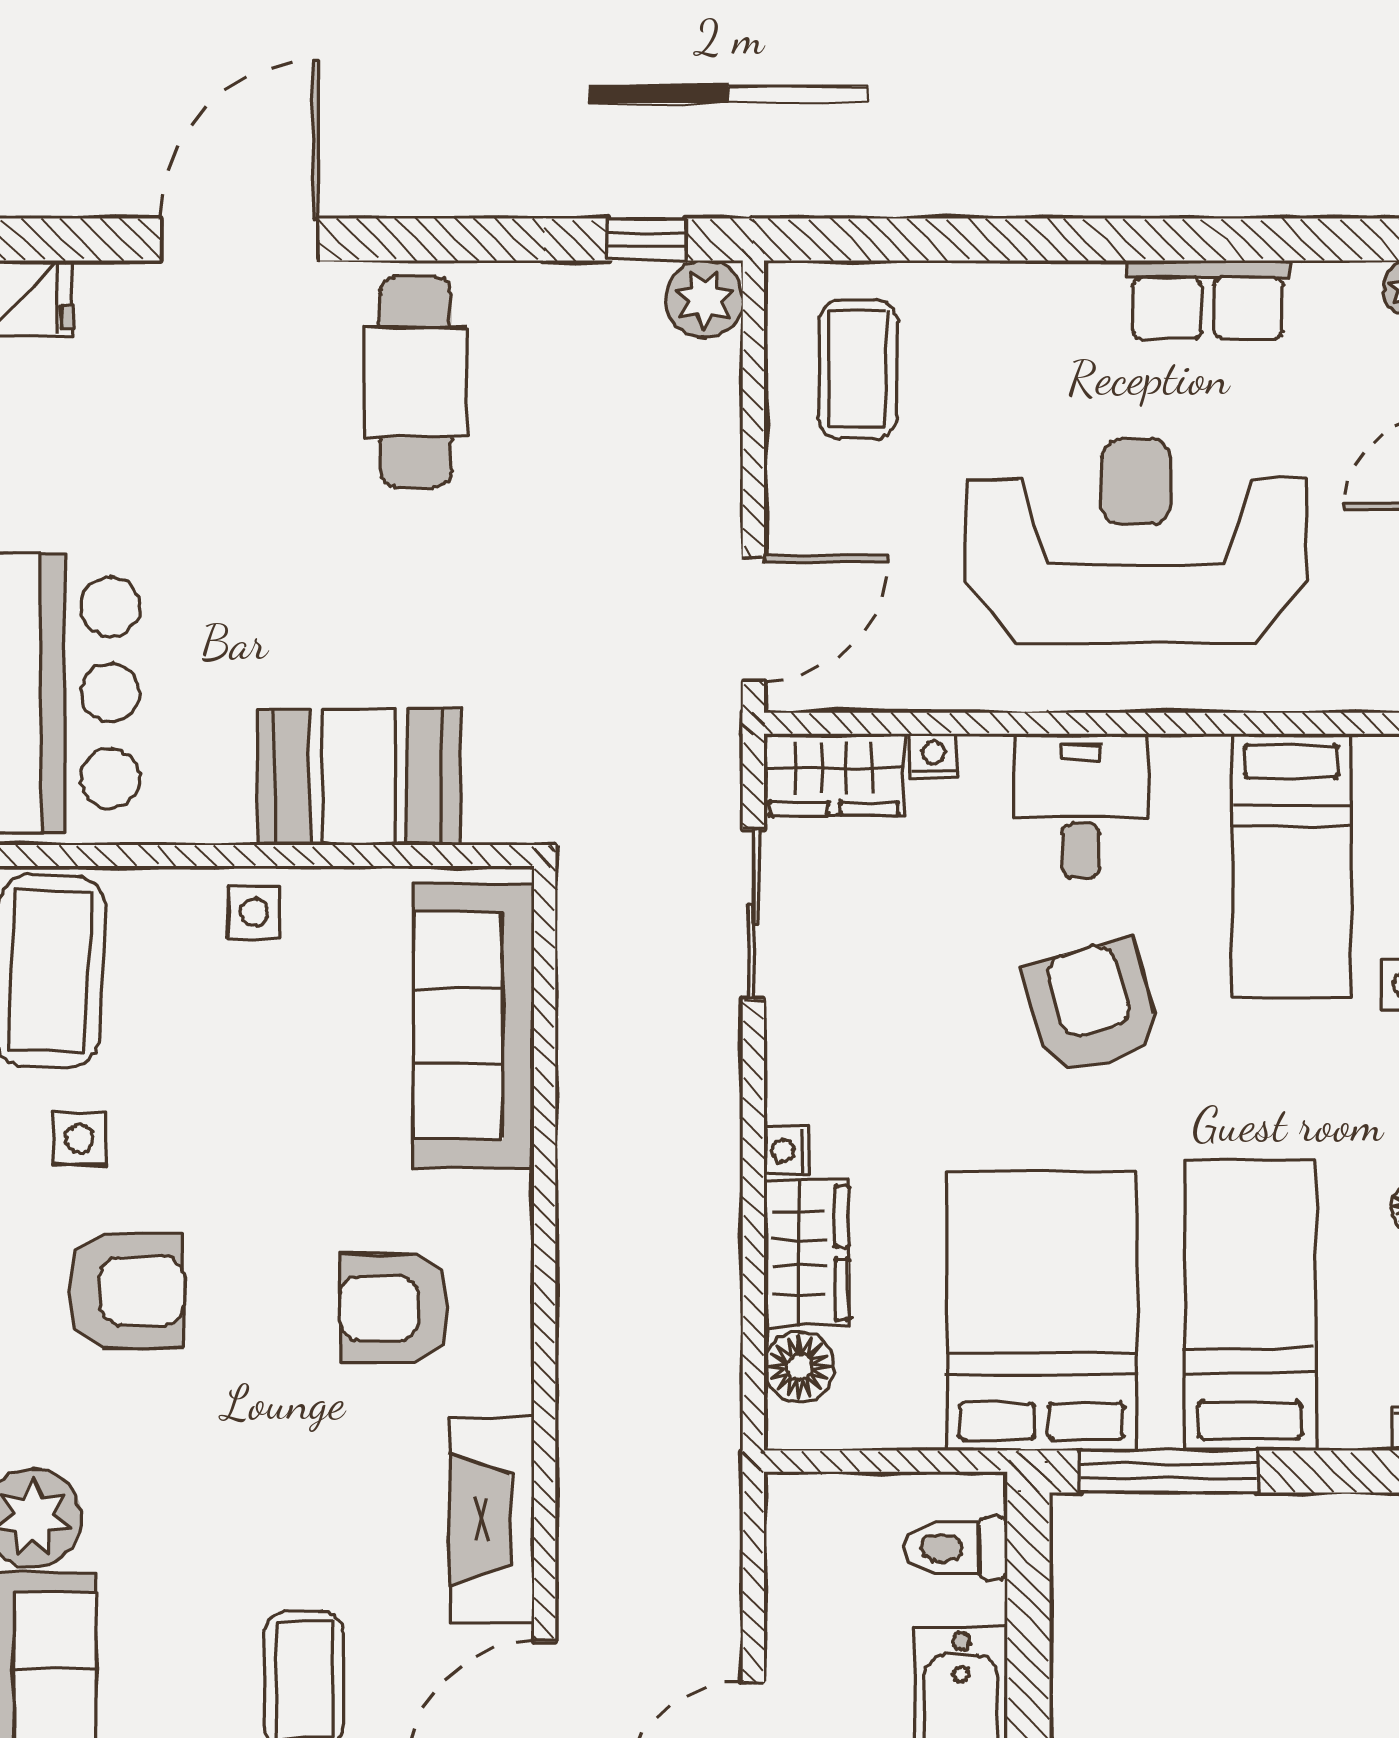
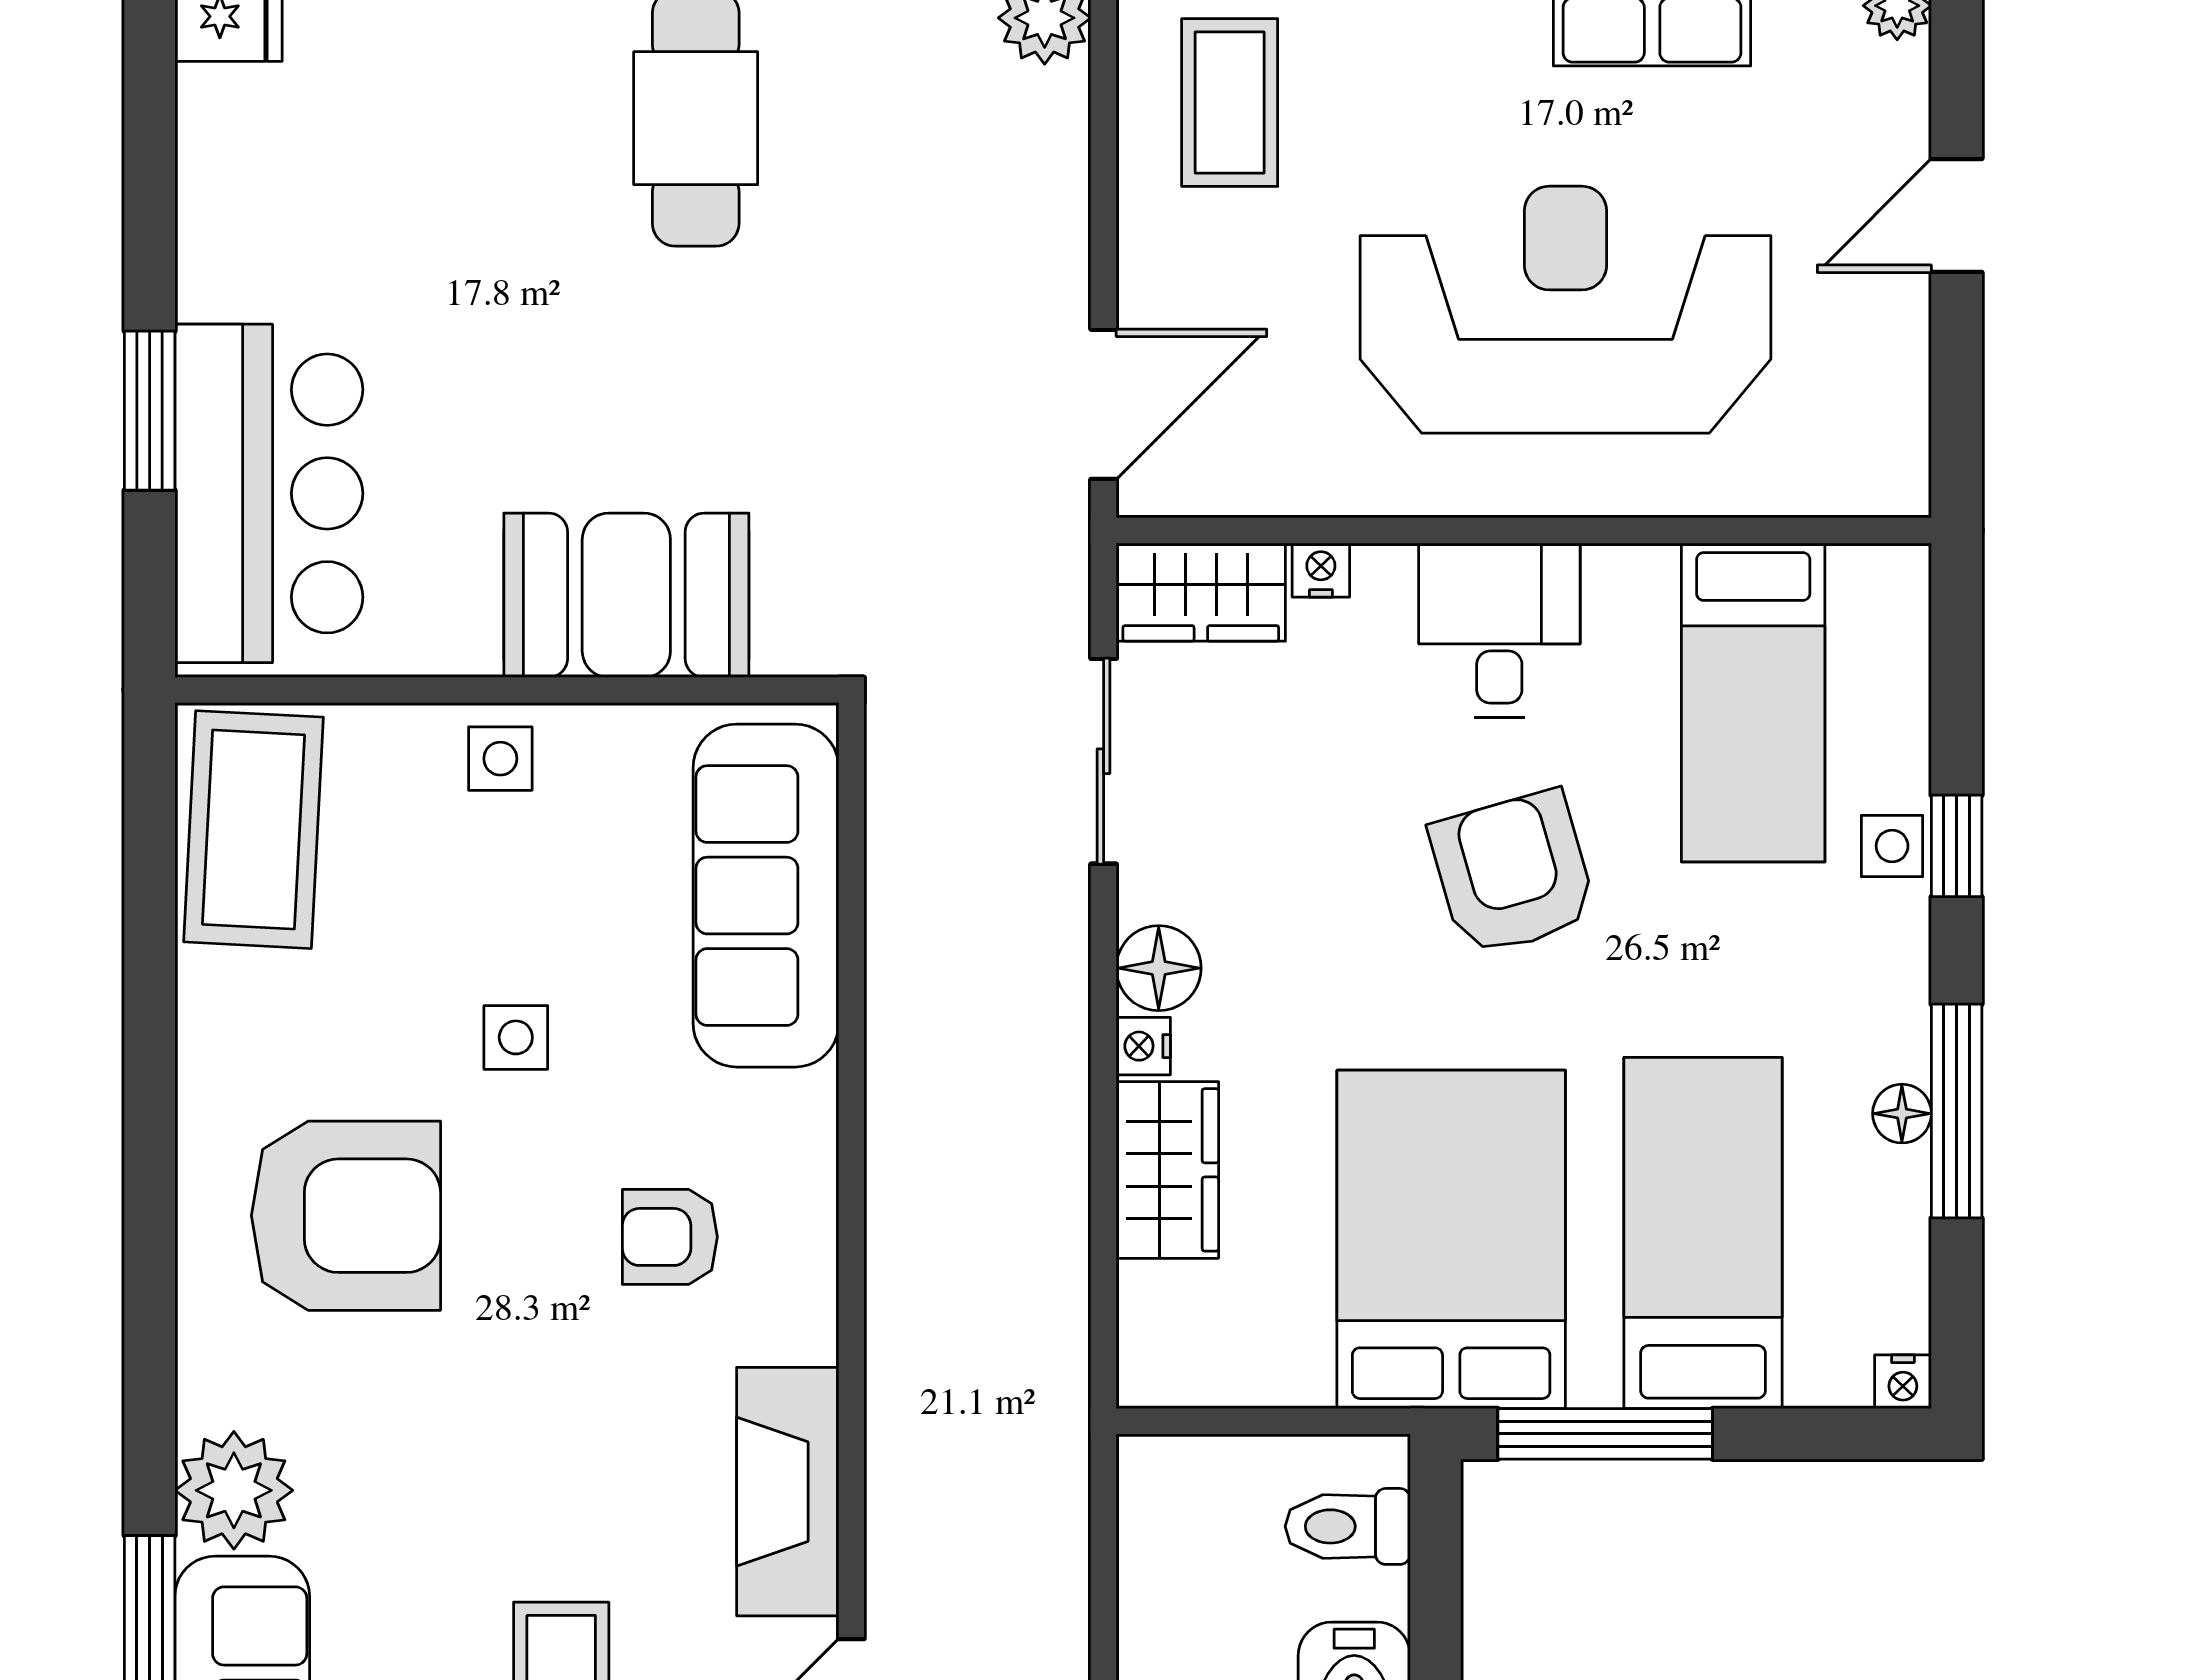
side table: (79, 1139) -> (516, 1037), moved
armchair: (126, 1291) -> (346, 1216), width x1.36, depth x1.36
armchair: (394, 1308) -> (670, 1237), width x0.72, depth x0.72
floor lamp: (799, 1367) -> (1159, 968), moved

